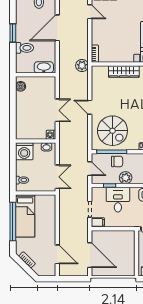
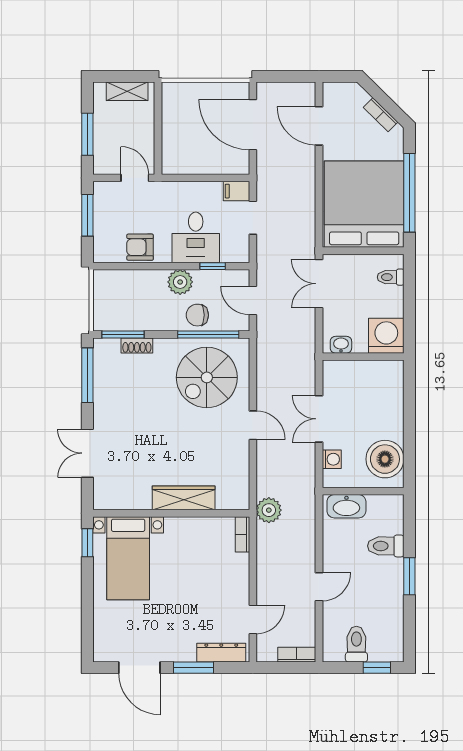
door: (90, 12) -> (253, 619), swing flipped
door: (57, 28) -> (319, 587), width x0.53
boiler: (21, 86) -> (385, 459), width x1.86, depth x1.86
spiral stairs: (112, 131) -> (207, 377), turned -90
washing machine: (51, 135) -> (332, 459), moved
bed: (25, 216) -> (364, 204), width x2.04

